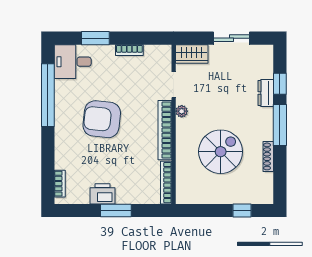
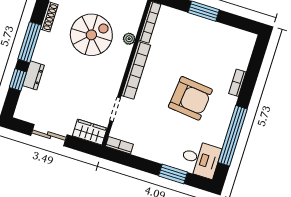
bookcase: (129, 50) -> (119, 145), moved
plant: (182, 111) -> (129, 39), moved
spiral stairs: (221, 152) -> (91, 35), turned 180
bookcase: (60, 184) -> (237, 83), moved
printer: (103, 194) -> (211, 30), removed

